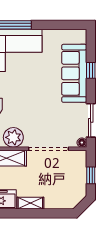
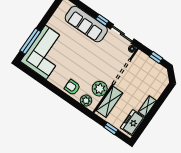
window: (91, 70) -> (102, 20), moved

